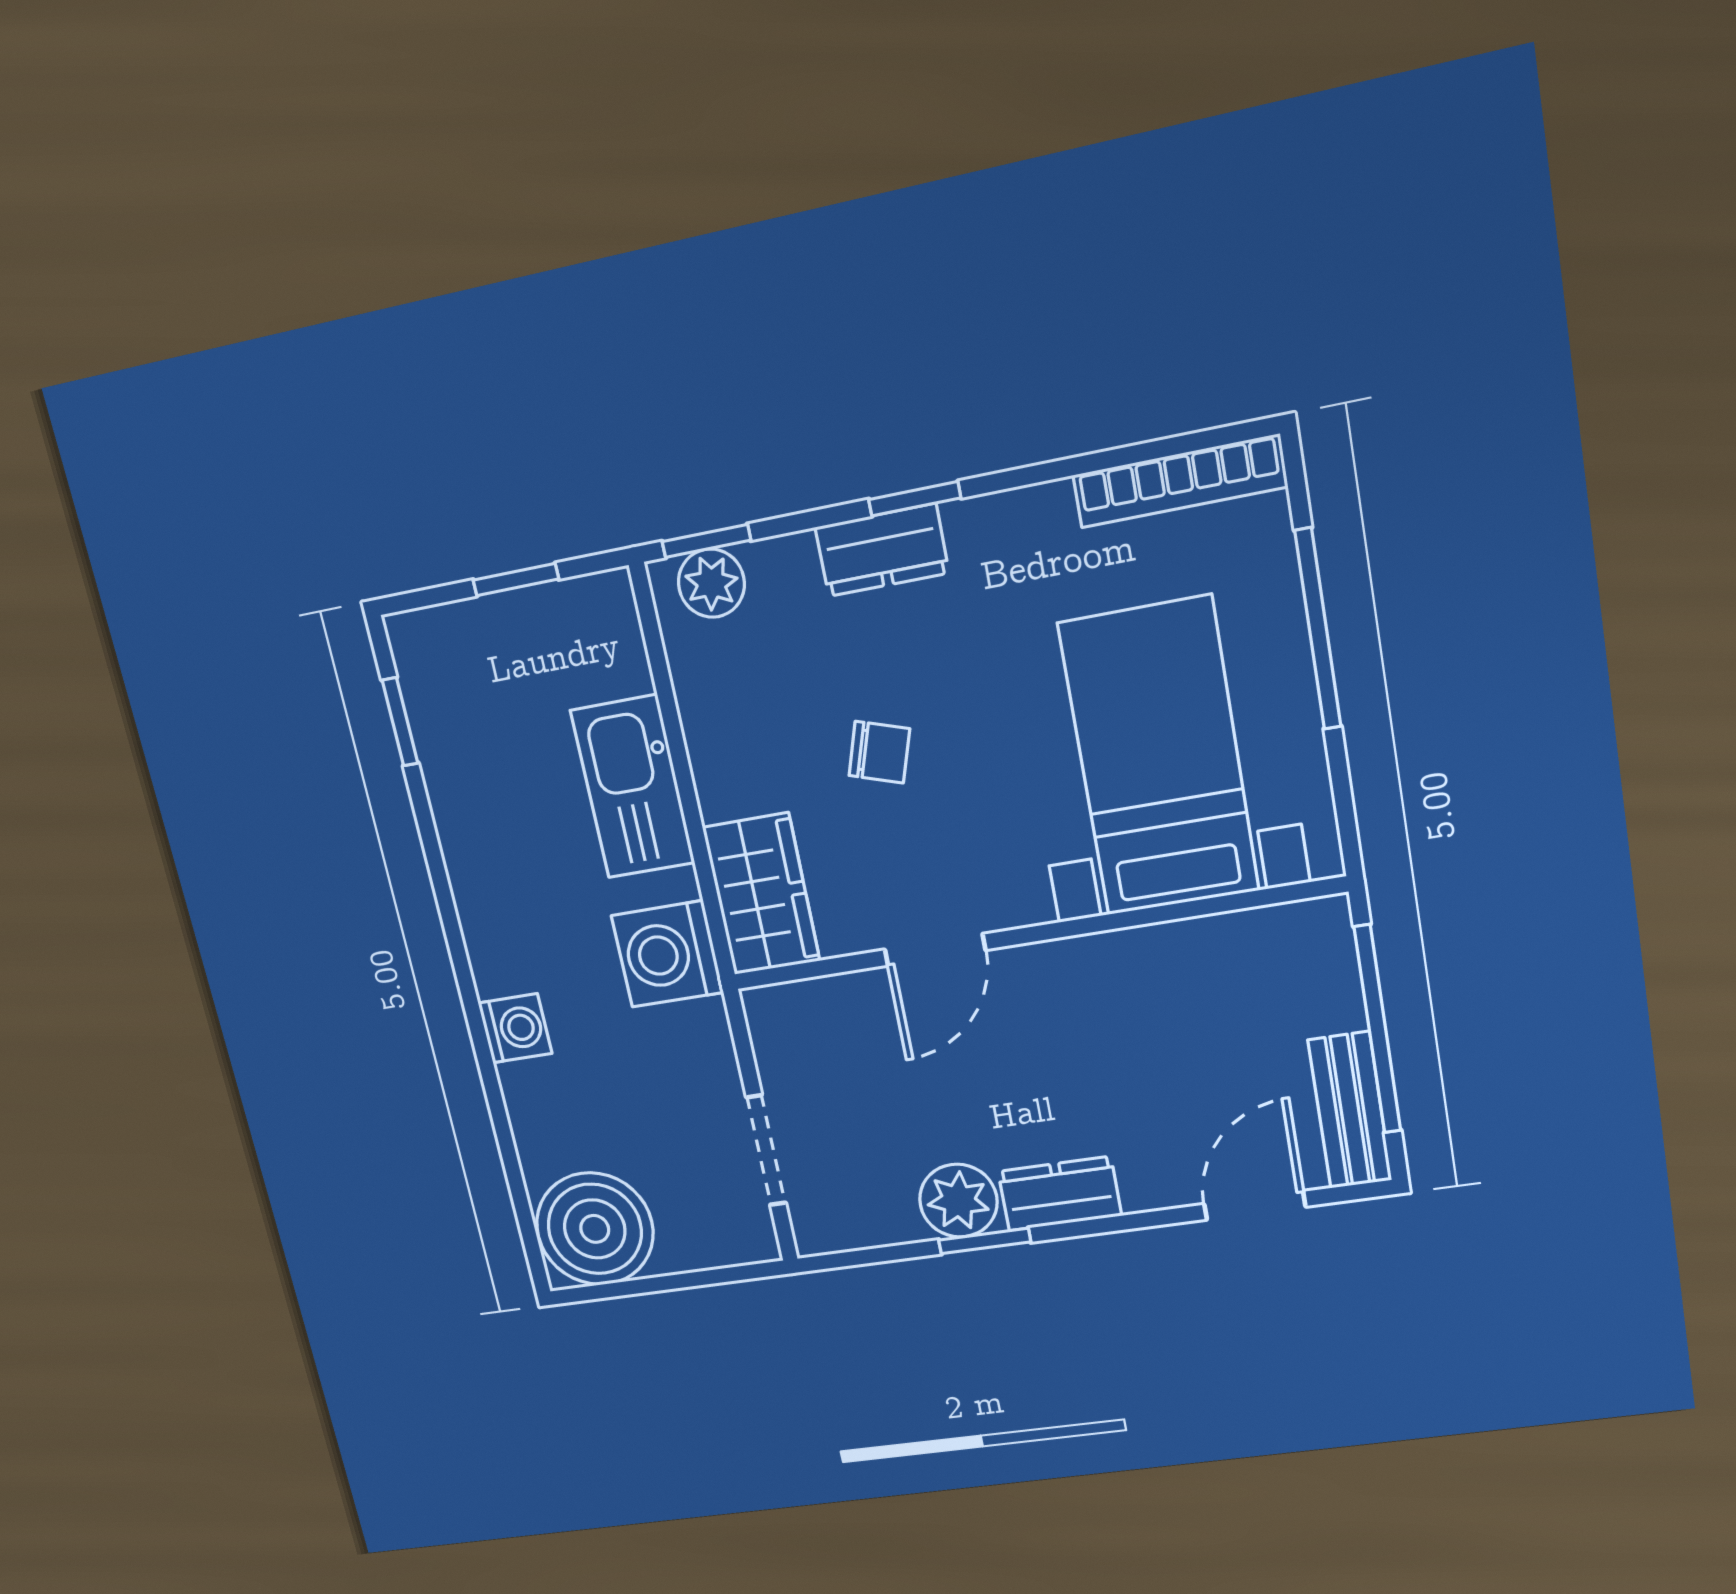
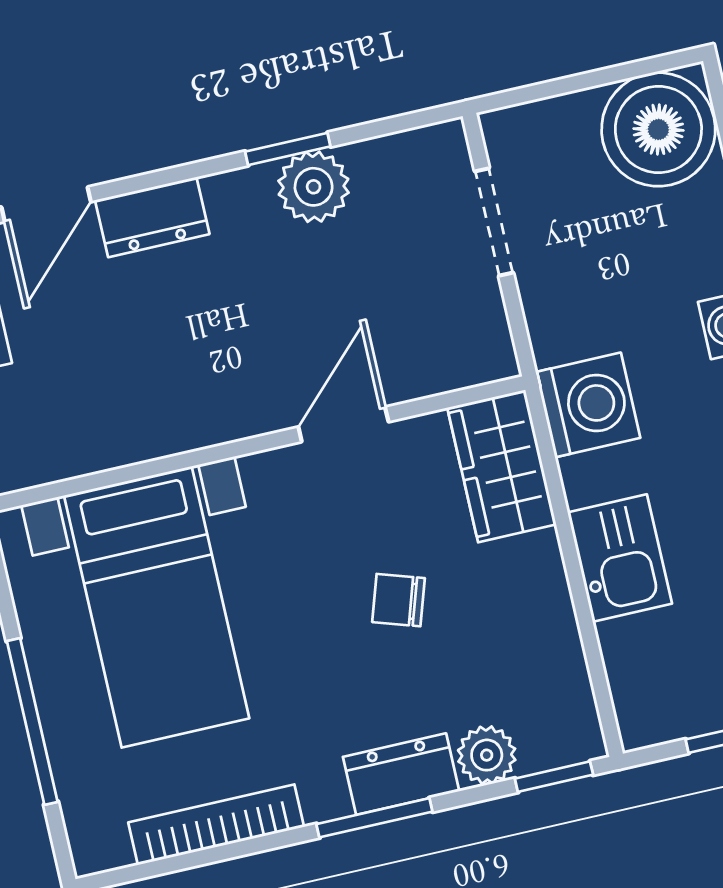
bookcase: (1179, 481) -> (216, 825), moved
window: (915, 499) -> (374, 818), width x1.50
plant: (711, 583) -> (487, 755), moved
kitchen sink: (633, 787) -> (620, 558), width x0.73
dresser: (1060, 1194) -> (152, 217), moved

